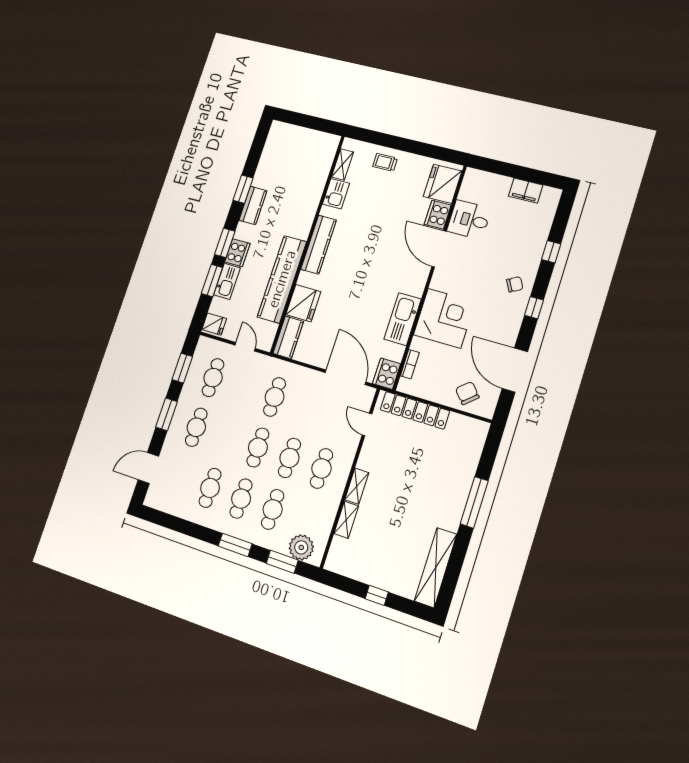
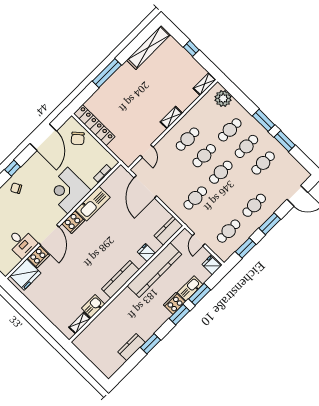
trolley: (385, 162) -> (53, 309), removed
kitchen counter: (253, 205) -> (131, 347), moved
fridge: (303, 303) -> (146, 253), width x0.53, depth x0.75
cooker: (387, 374) -> (73, 222), moved
locker: (415, 410) -> (94, 125), moved
shelving: (346, 520) -> (205, 84), moved
window: (282, 562) -> (285, 141), moved

